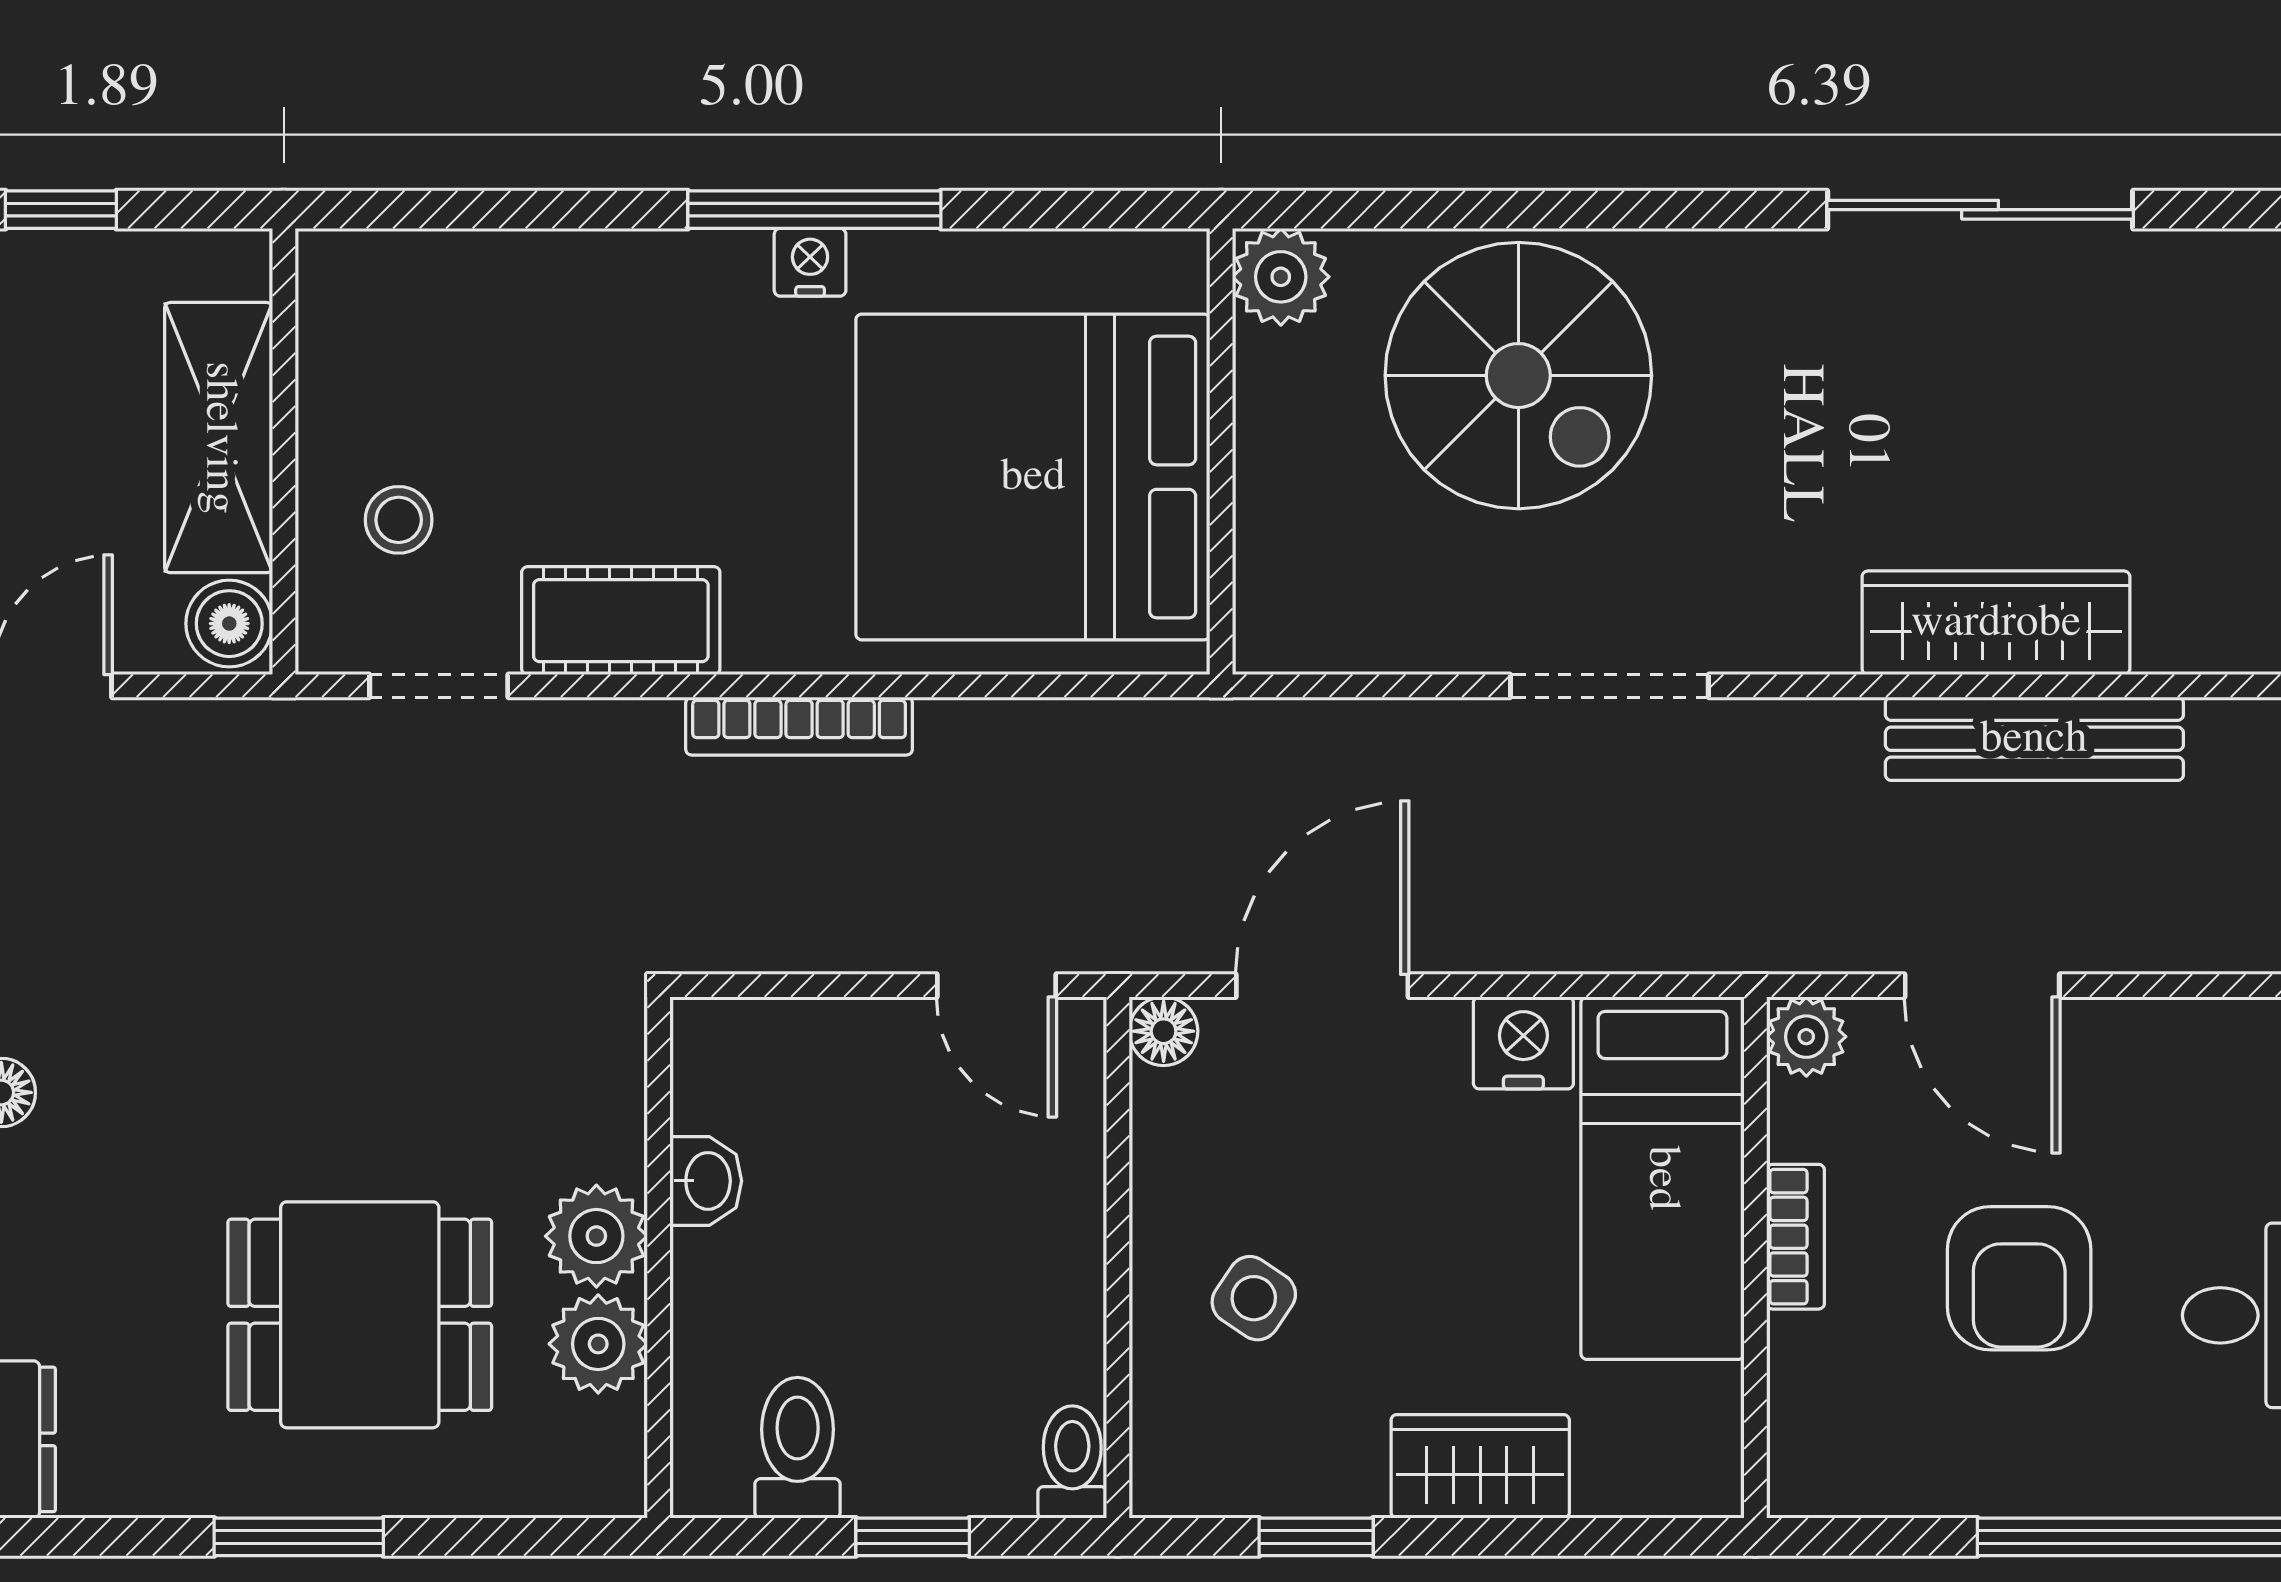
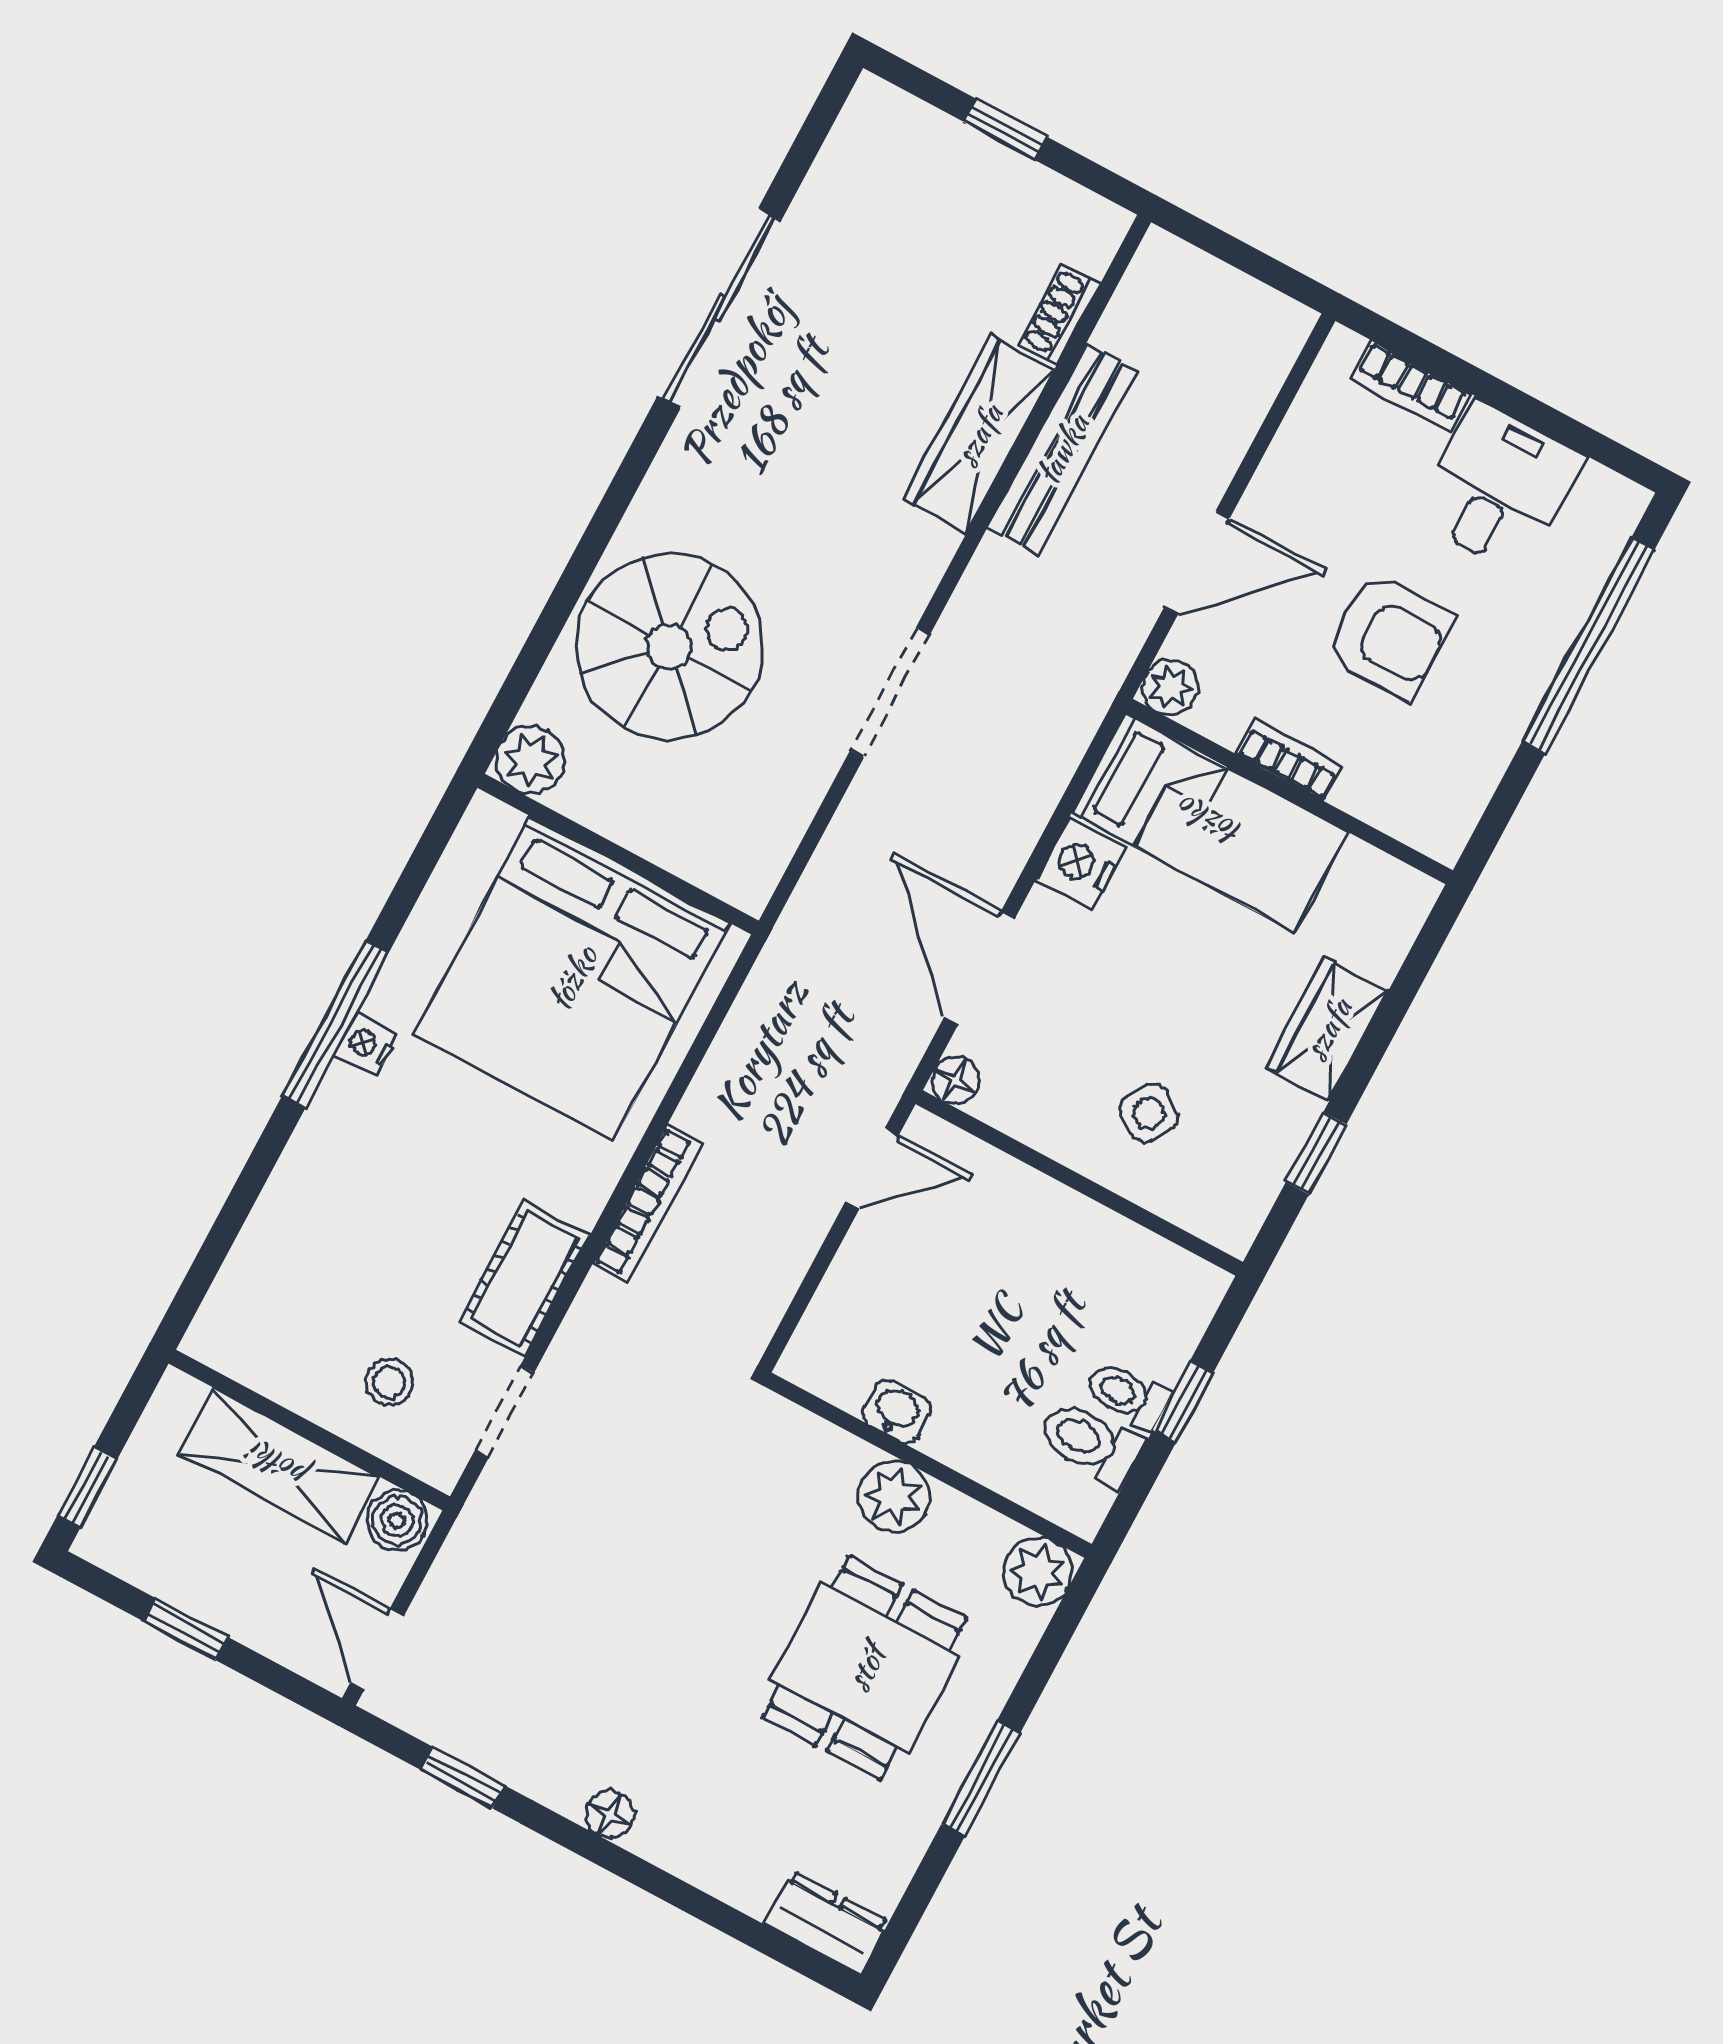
shoe rack: (2202, 643) -> (1059, 314), added
plant: (598, 1344) -> (1038, 1572), moved
toilet: (1072, 1462) -> (1127, 1395), moved

